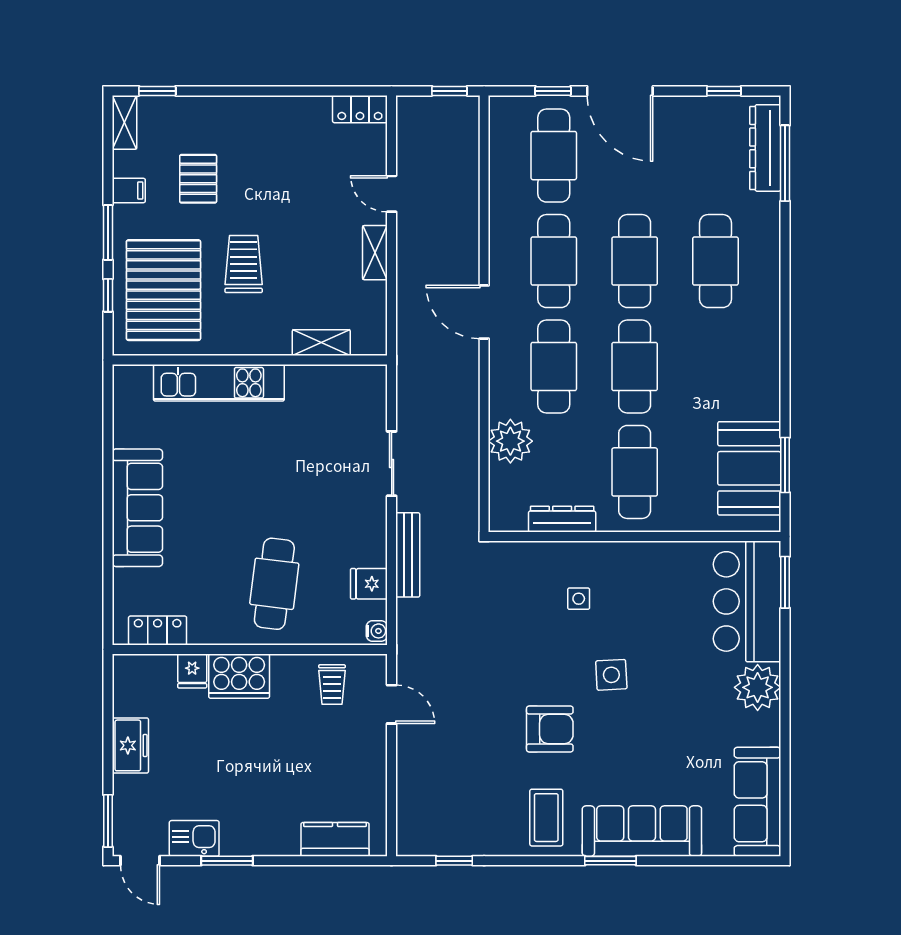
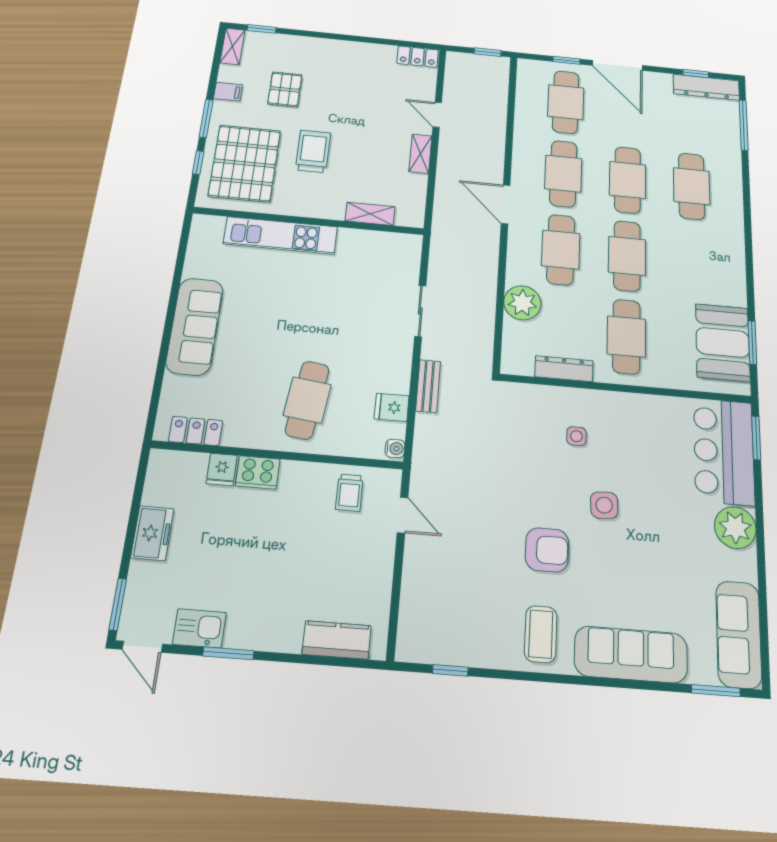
dresser: (765, 148) -> (706, 87), moved, turned -90
bench: (408, 555) -> (428, 386), width x0.73
cooker: (239, 676) -> (258, 472), width x0.73, depth x0.76
window: (610, 861) -> (716, 691), moved

